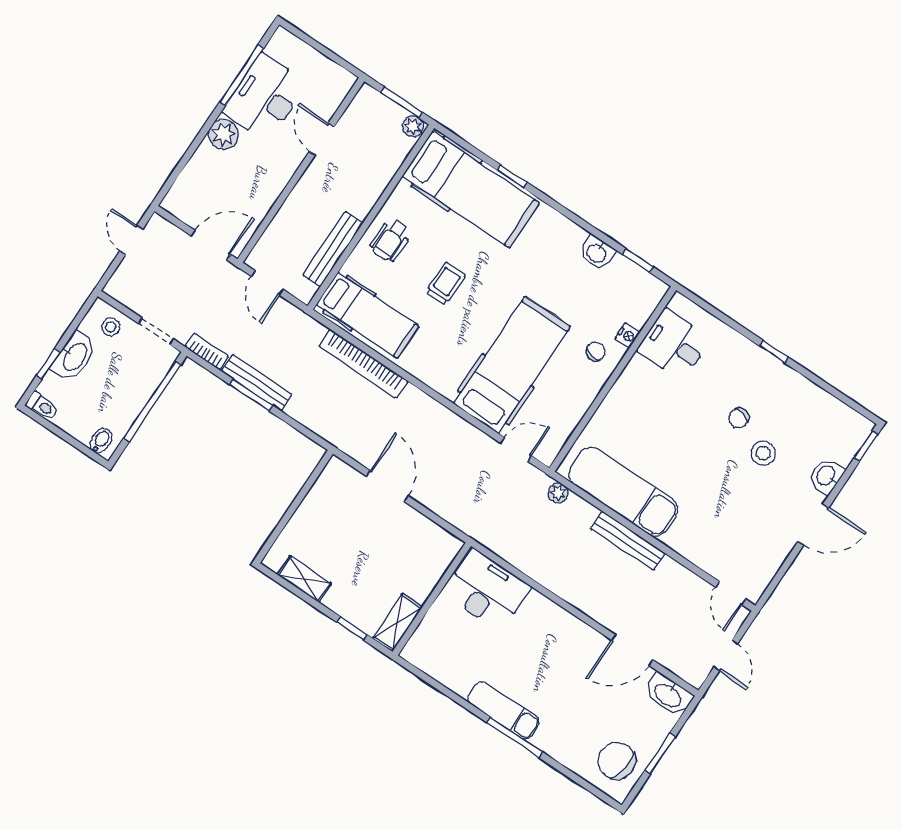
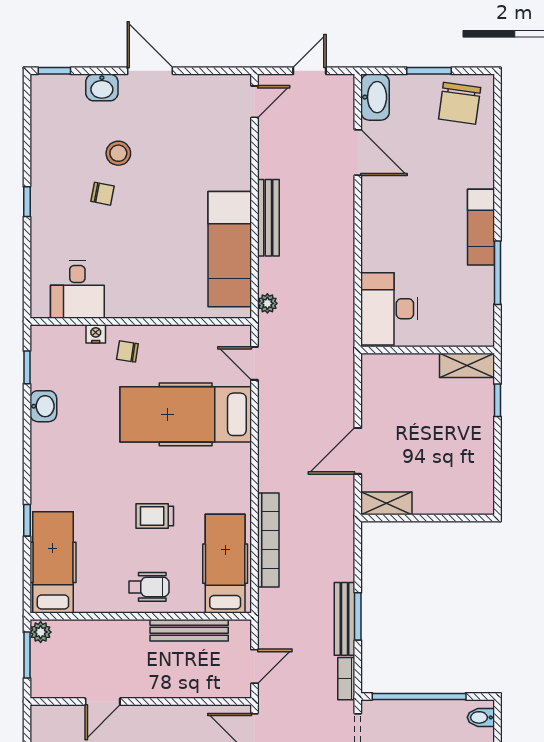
hospital bed: (471, 190) -> (53, 562), width x0.73, depth x0.78
shelving: (304, 579) -> (386, 503), moved, turned 90
window: (515, 737) -> (497, 273), moved

